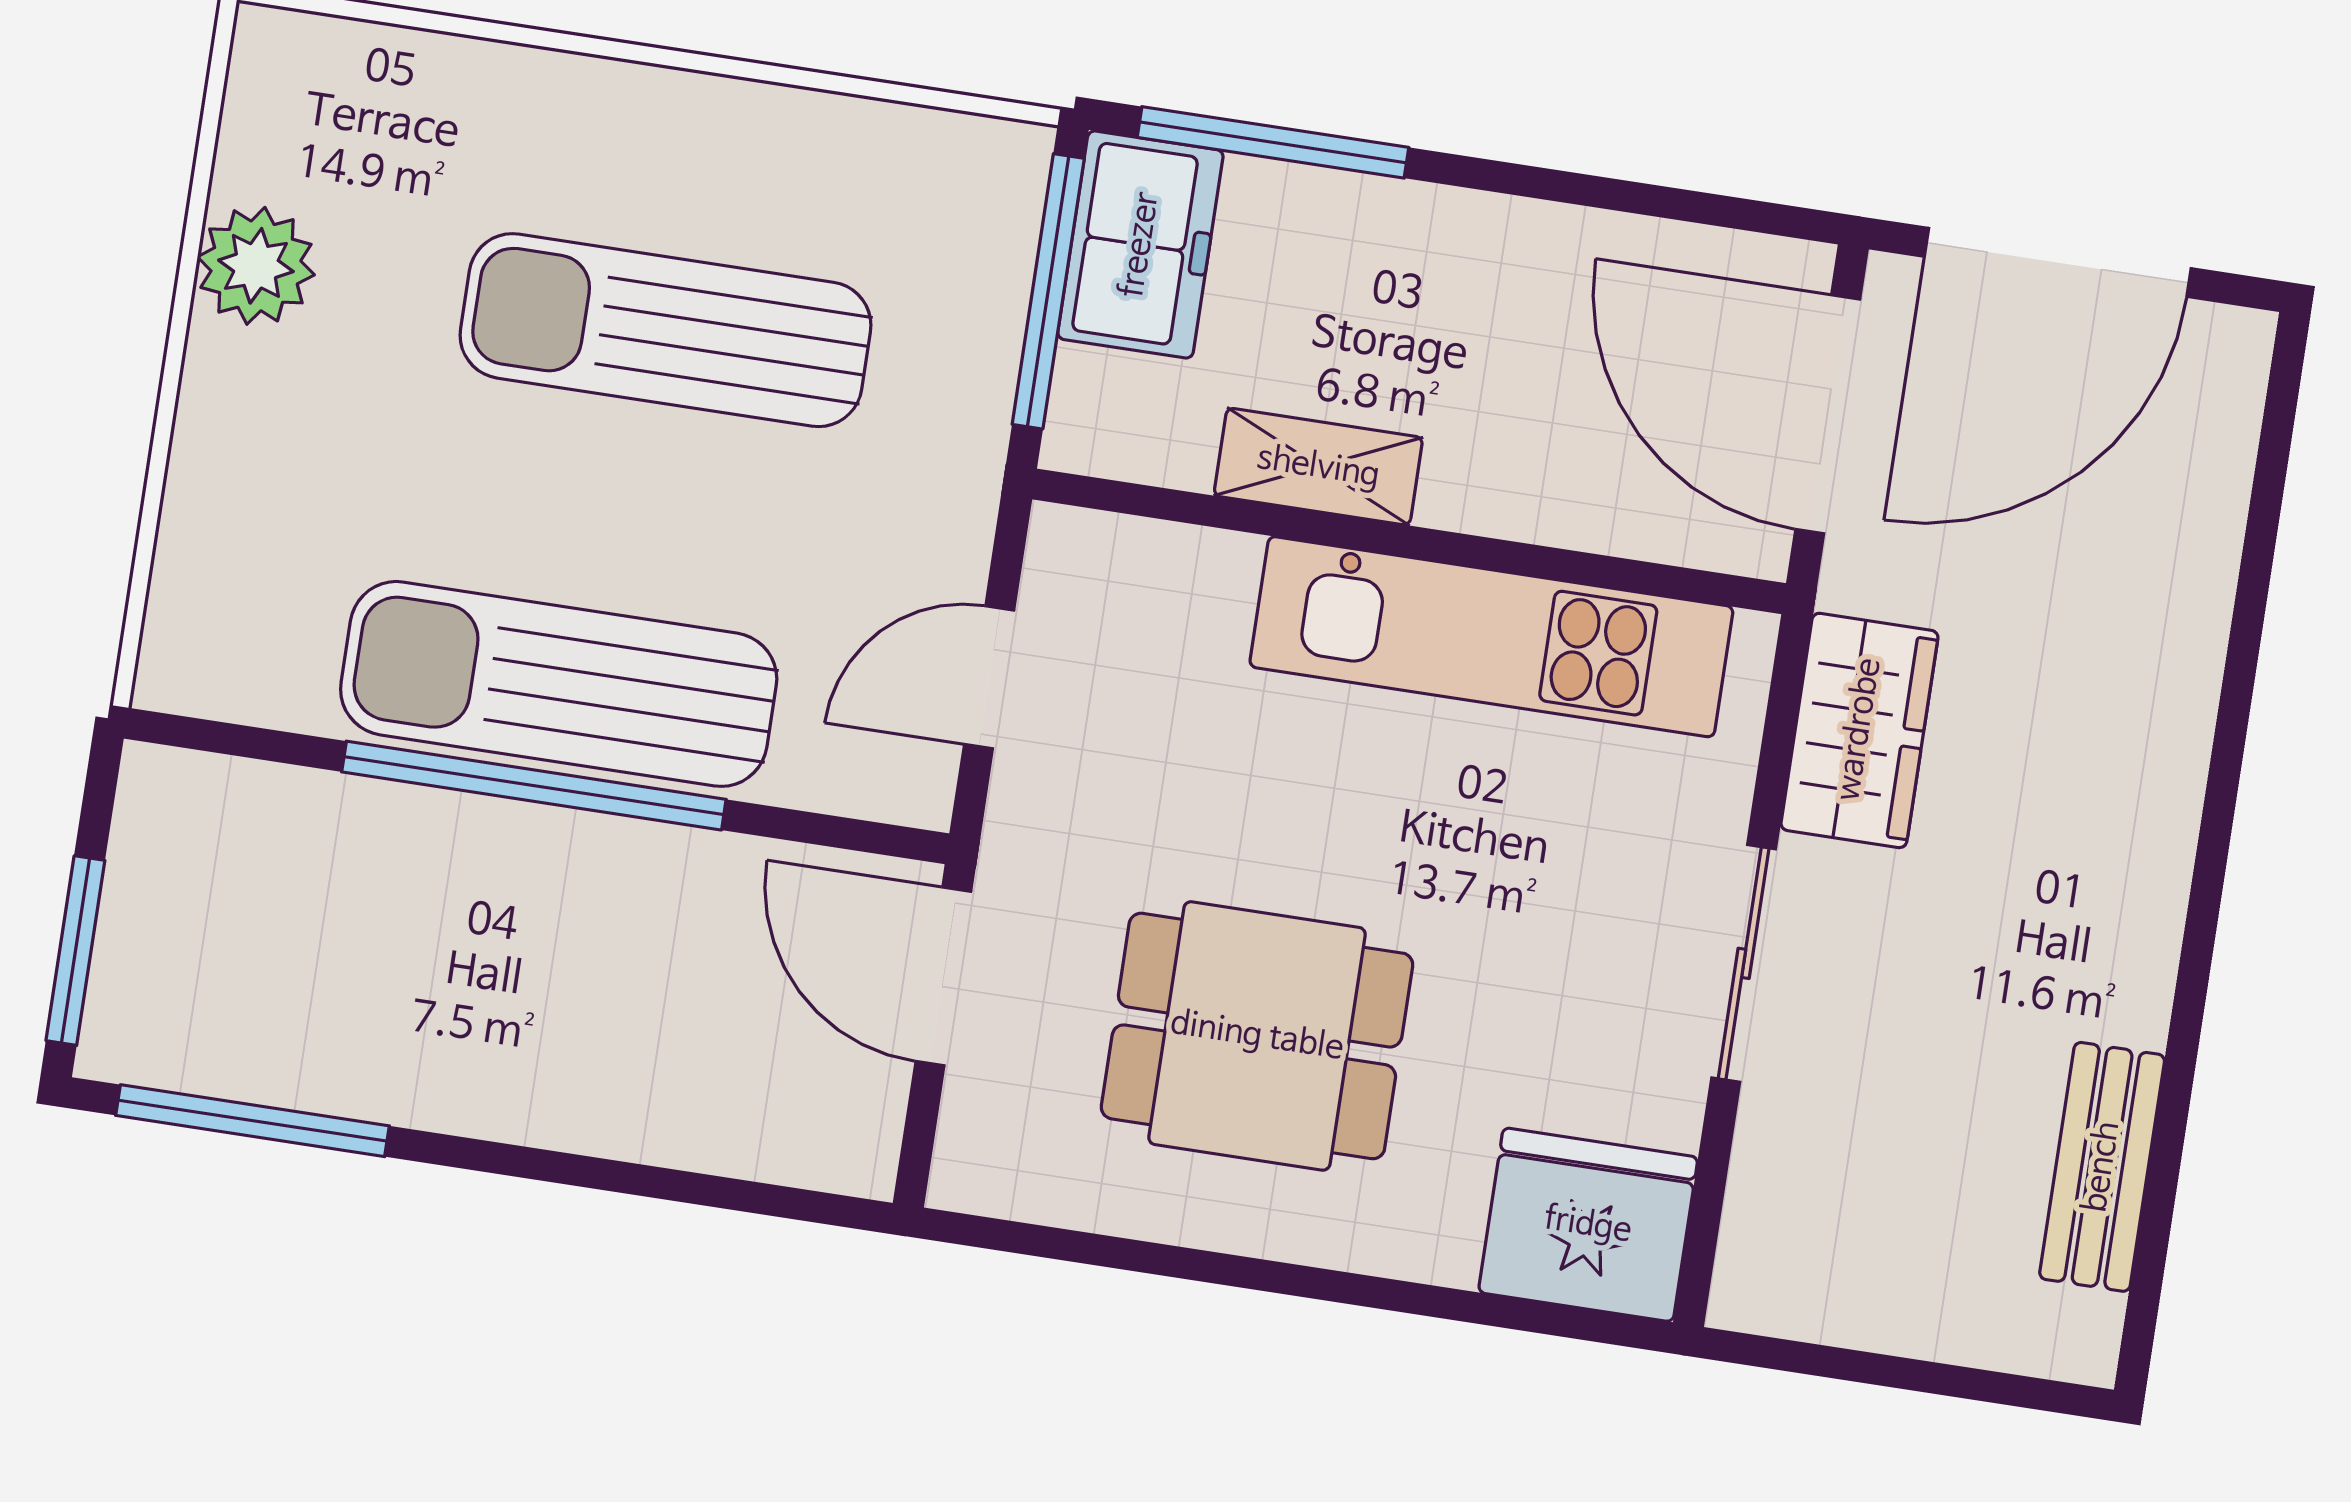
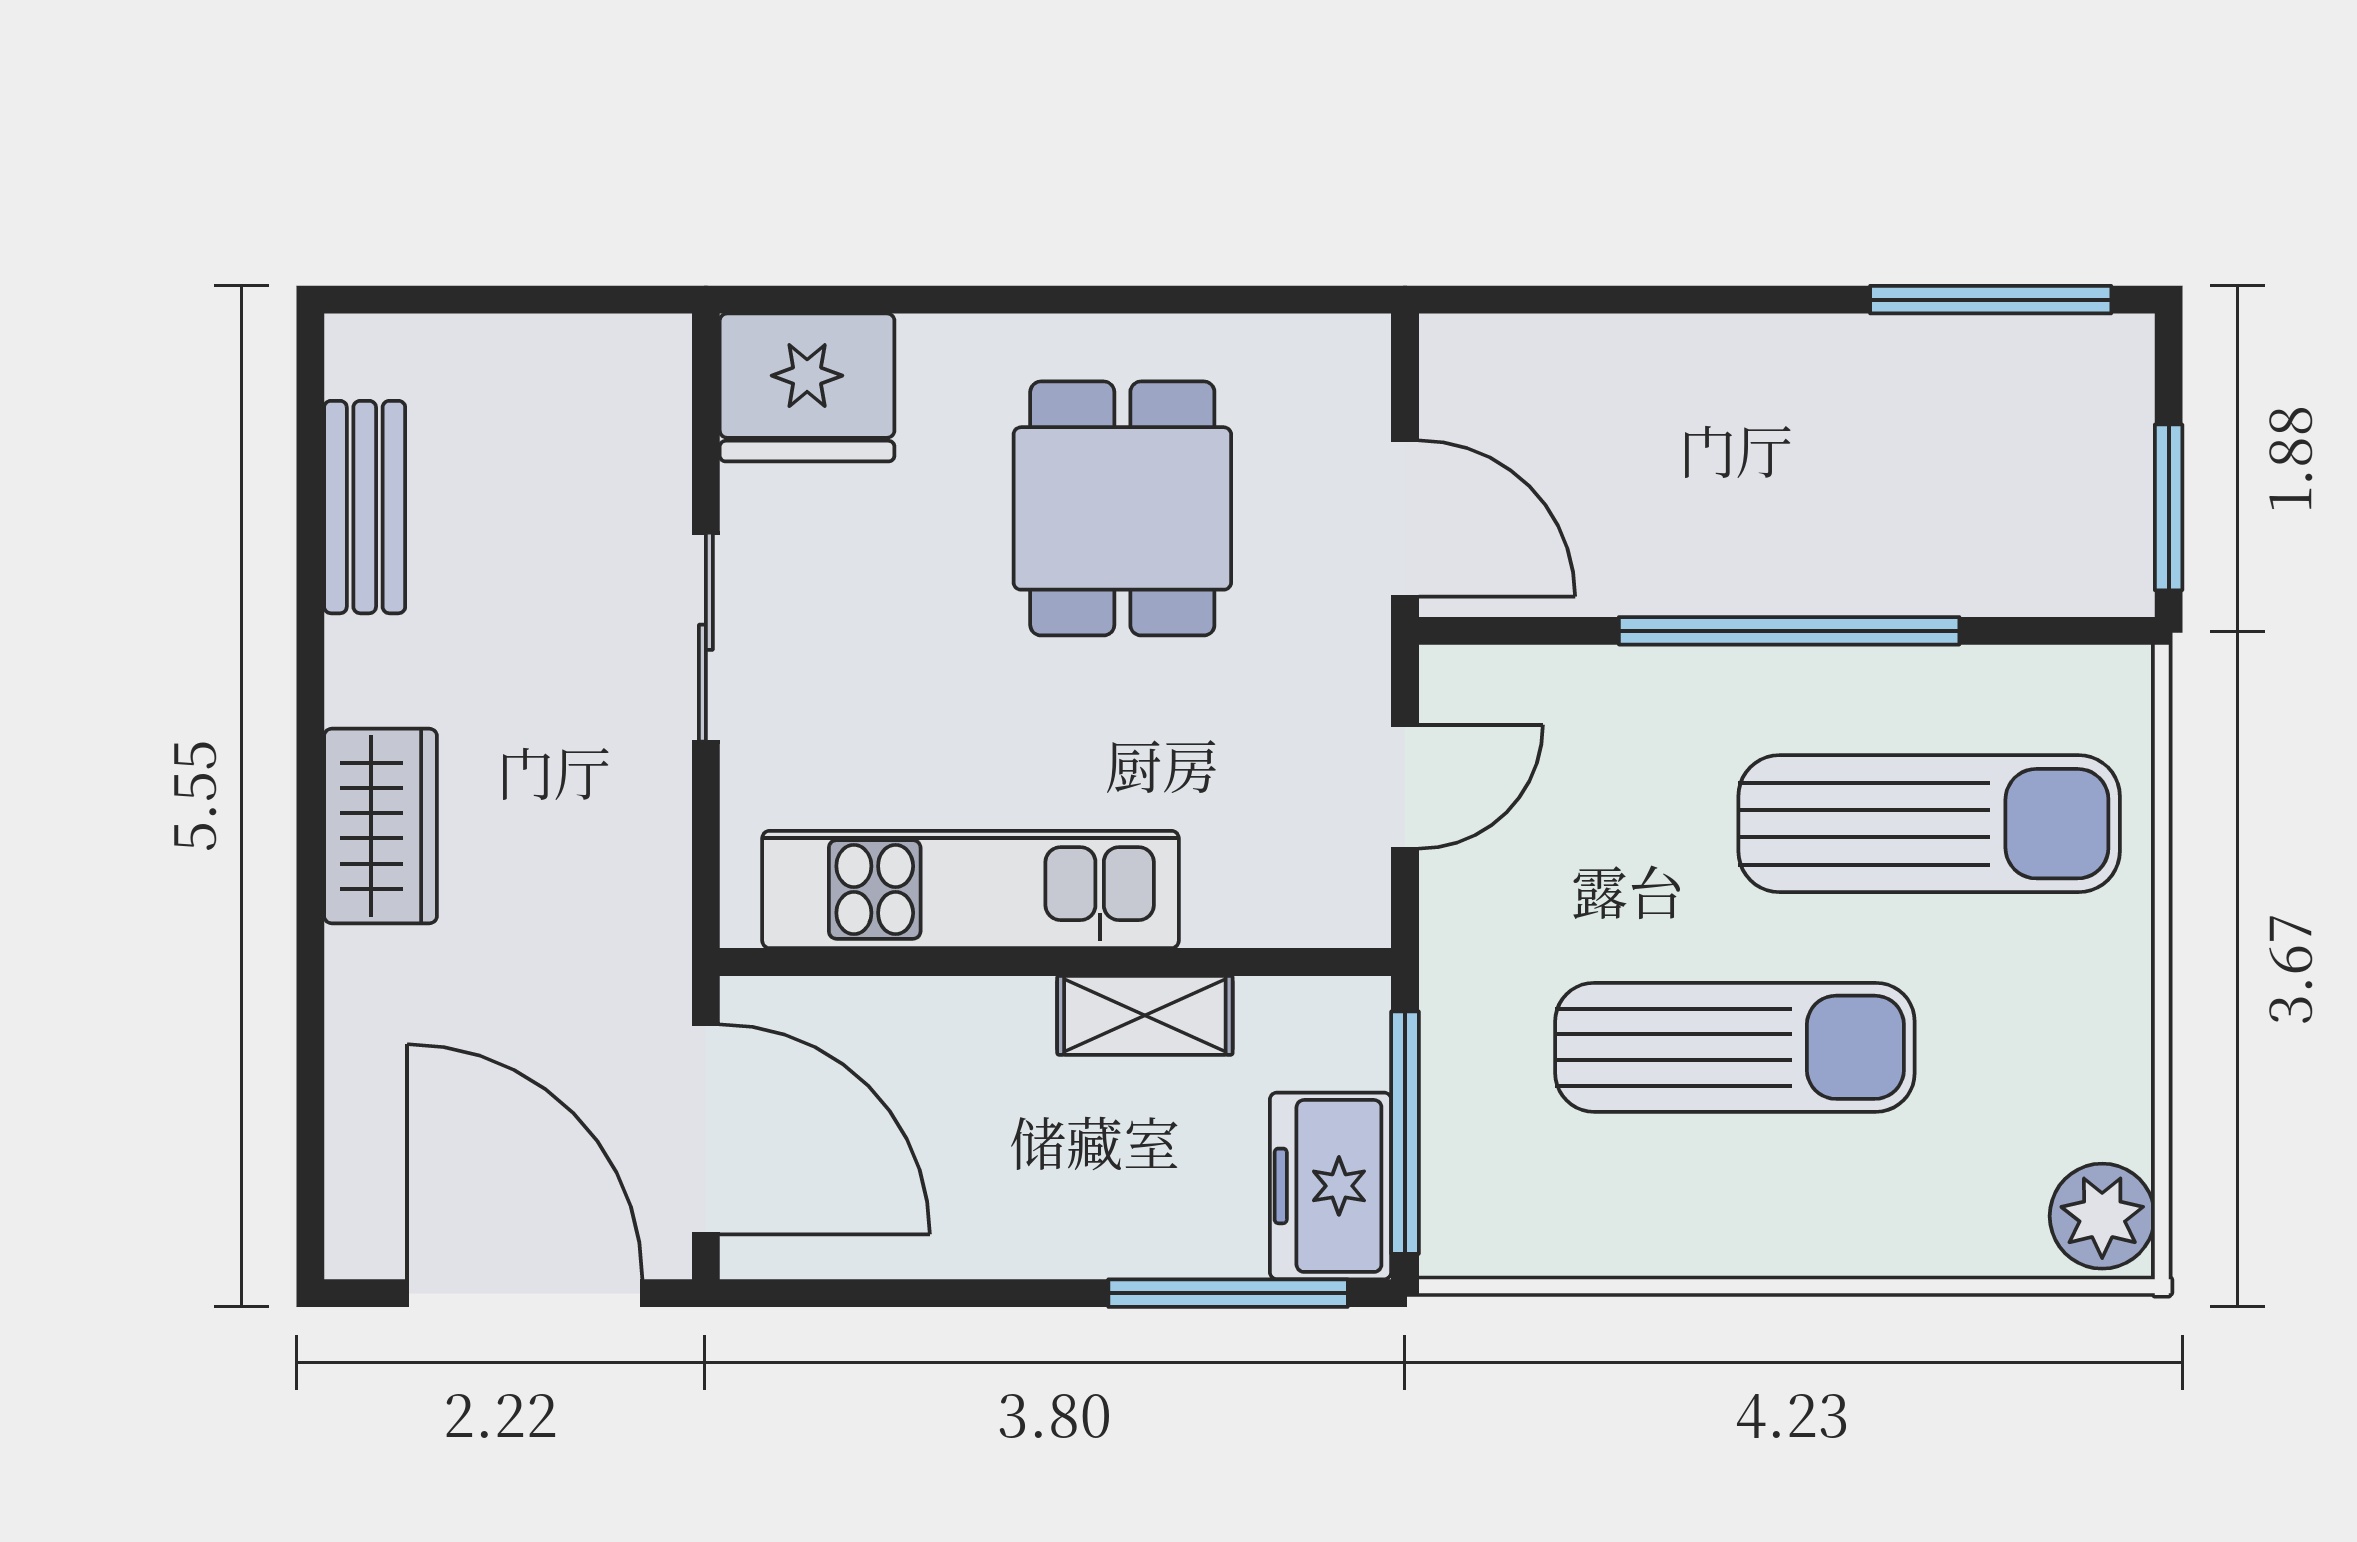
door: (2058, 262) -> (525, 1293), hinge flipped
plant: (256, 266) -> (2102, 1216), moved
sun lounger: (559, 684) -> (1929, 824), moved
wardrobe: (1859, 730) -> (381, 826), moved, turned 180
window: (75, 951) -> (2169, 507), moved
dining table: (1257, 1036) -> (1122, 508), turned 90

